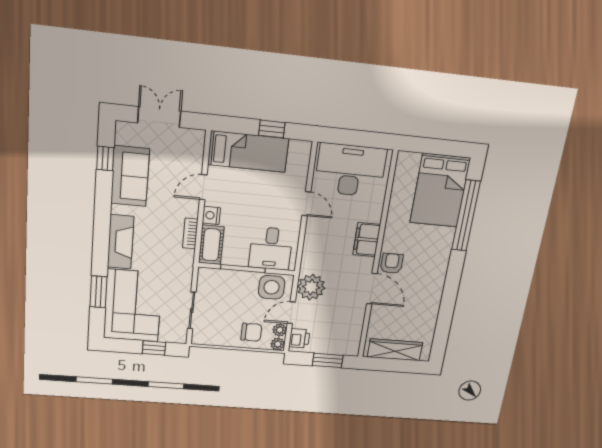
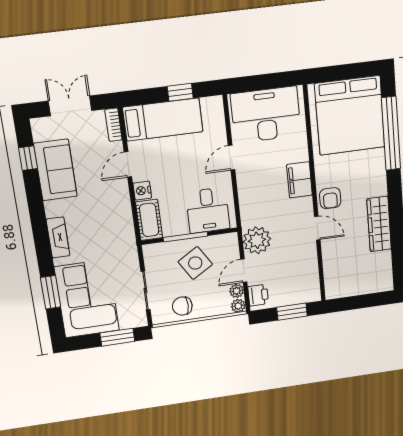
bed: (440, 190) -> (350, 115), width x1.36
door: (306, 204) -> (231, 158), swing flipped
bookcase: (190, 233) -> (113, 125), moved
fireplace: (121, 242) -> (58, 237), width x0.73, depth x0.76
armchair: (392, 263) -> (330, 198), turned 180
side table: (272, 287) -> (195, 263), moved, turned -32
door: (372, 289) -> (317, 228), width x0.73
chair: (251, 332) -> (182, 306), moved, turned 180
window: (154, 348) -> (117, 337), width x1.50
wardrobe: (395, 350) -> (379, 224), moved, turned -90

